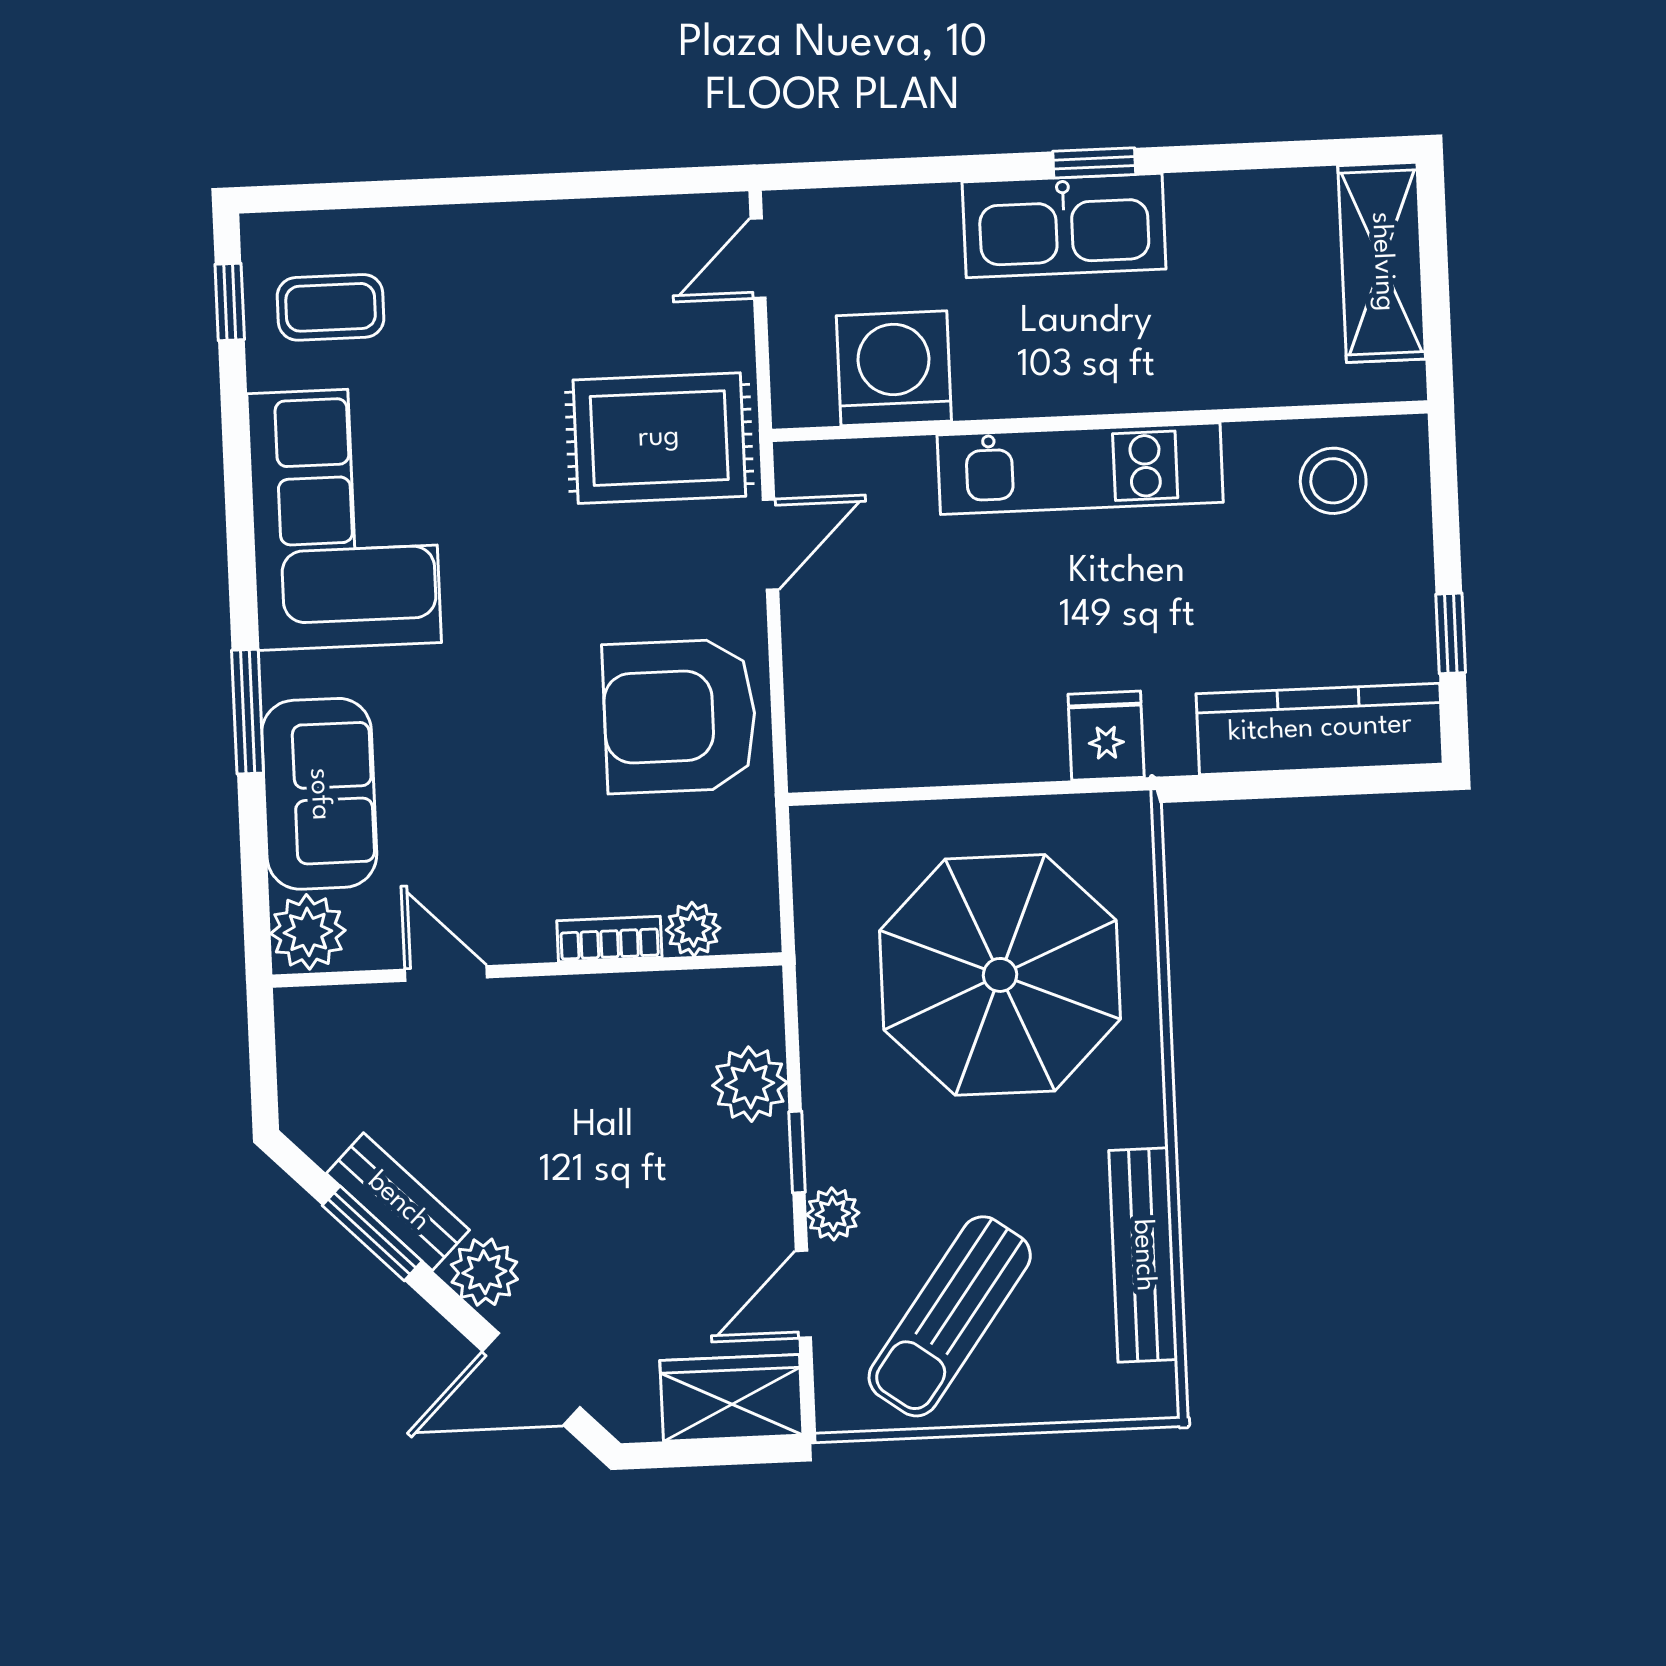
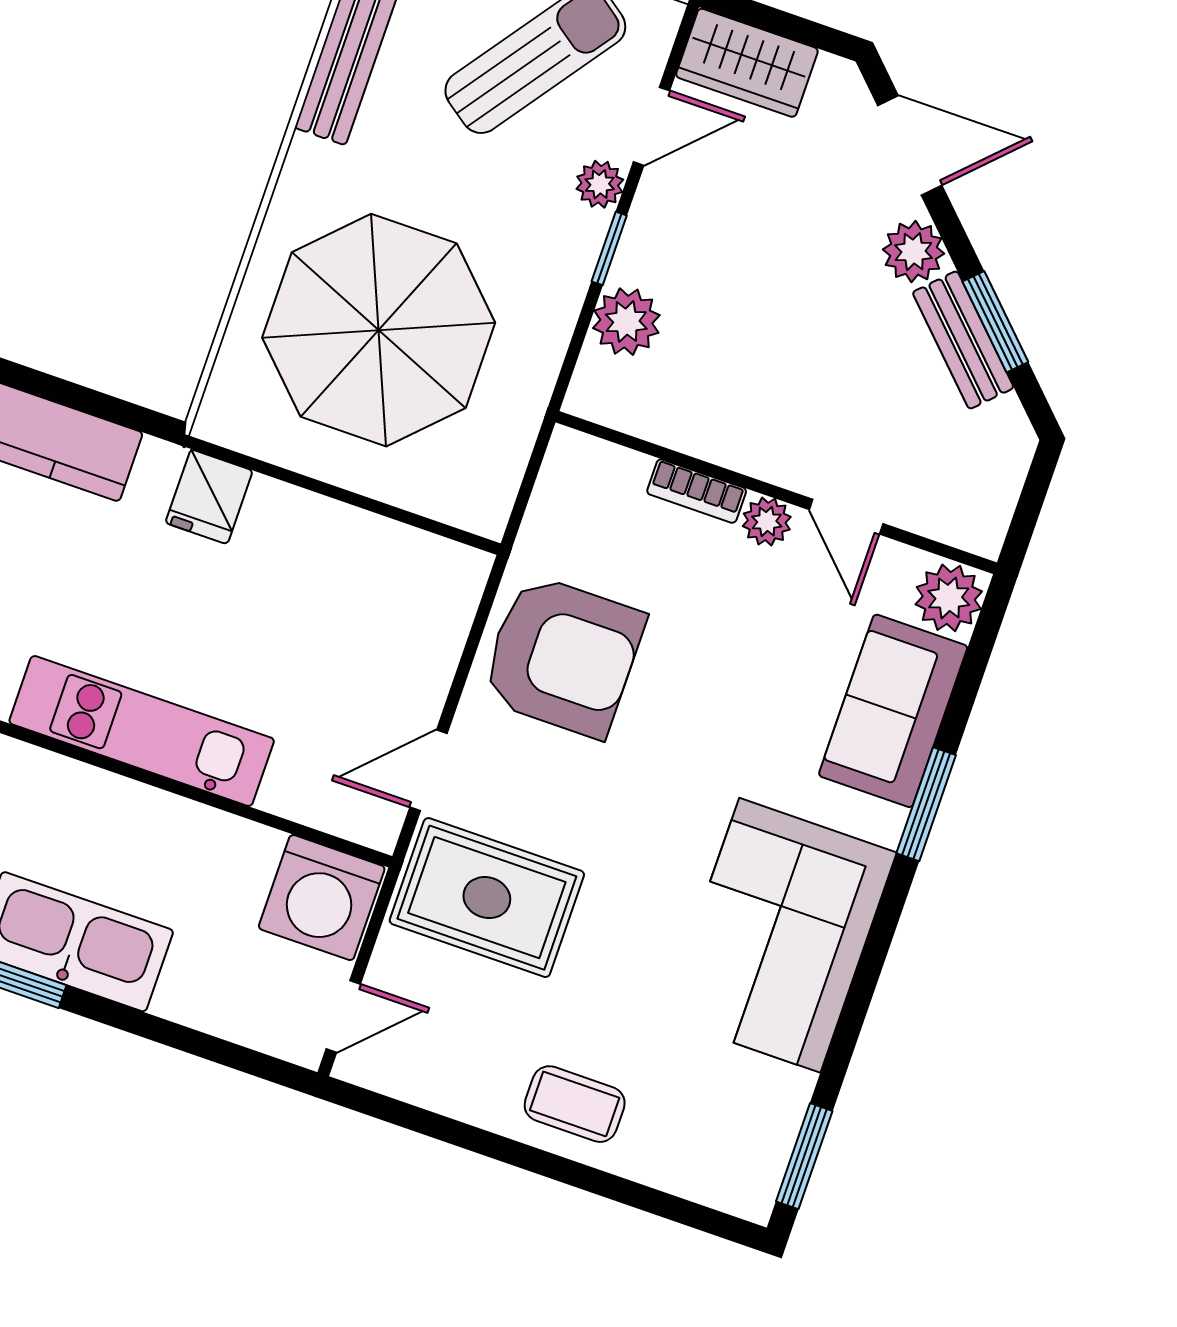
window: (230, 302) -> (804, 1156), width x1.50
coffee table: (331, 307) -> (575, 1104), moved
washing machine: (894, 368) -> (322, 898), moved
plant: (693, 929) -> (767, 522), moved

